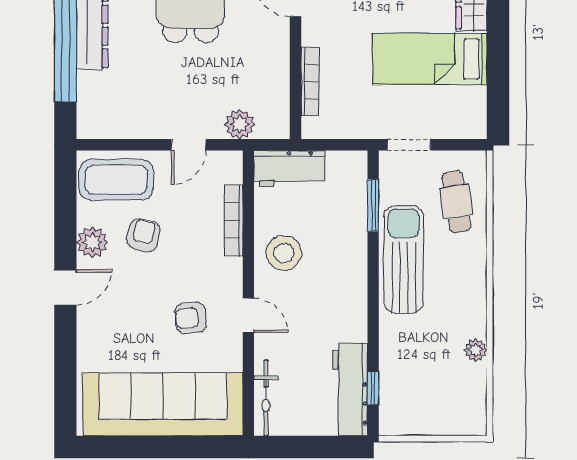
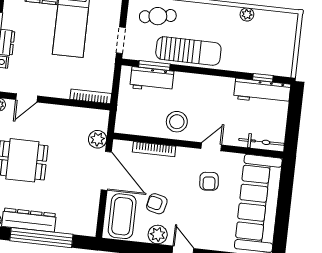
bookcase: (310, 81) -> (91, 96), moved
door: (189, 145) -> (106, 171), width x1.87
workbench: (289, 169) -> (152, 79), moved, turned 90
sun lounger: (404, 259) -> (188, 51), turned 180

